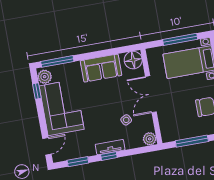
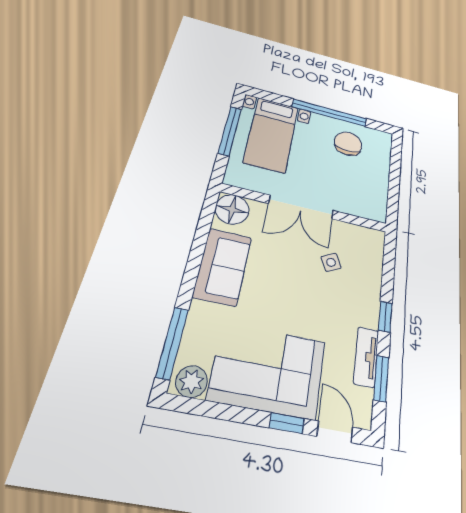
window: (37, 91) -> (287, 423), moved
plant: (150, 139) -> (374, 239), removed
window: (192, 141) -> (394, 182), removed
tv unit: (110, 147) -> (366, 357), moved

